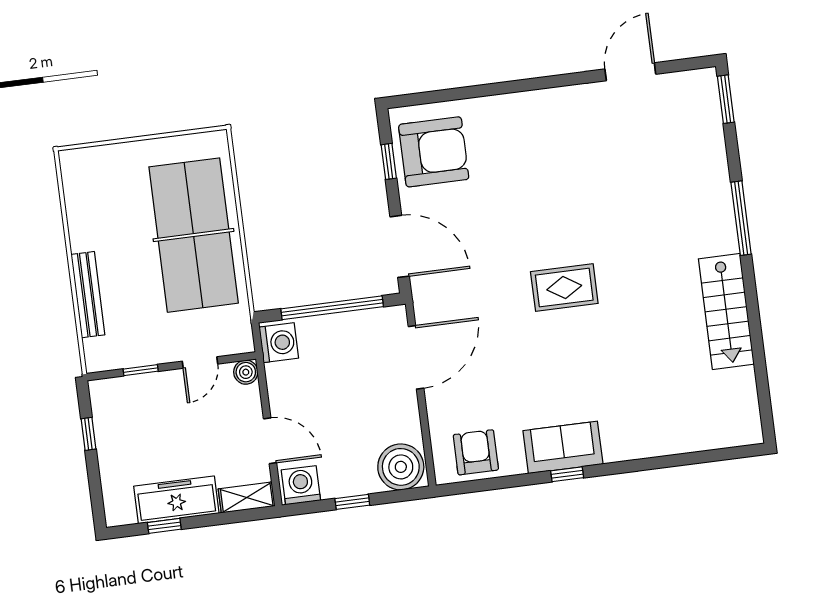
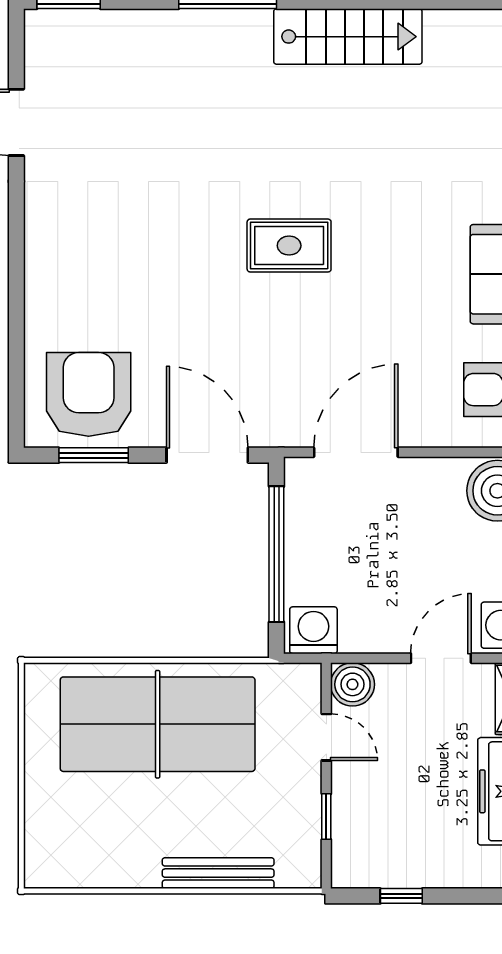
window: (389, 161) -> (94, 455), width x1.50
door: (400, 246) -> (207, 455), hinge flipped
rug: (564, 288) -> (289, 246), turned 90
door: (416, 357) -> (356, 452), hinge flipped
boiler: (246, 372) -> (352, 684), width x1.36, depth x1.36

